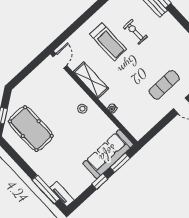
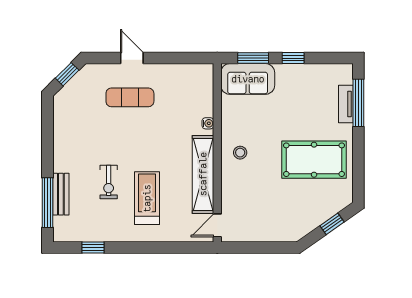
shelving: (91, 80) -> (203, 174), width x1.47
pool table: (31, 129) -> (314, 160), moved, turned 90
sofa: (108, 154) -> (248, 79), width x0.73
tv unit: (62, 194) -> (346, 104), moved

